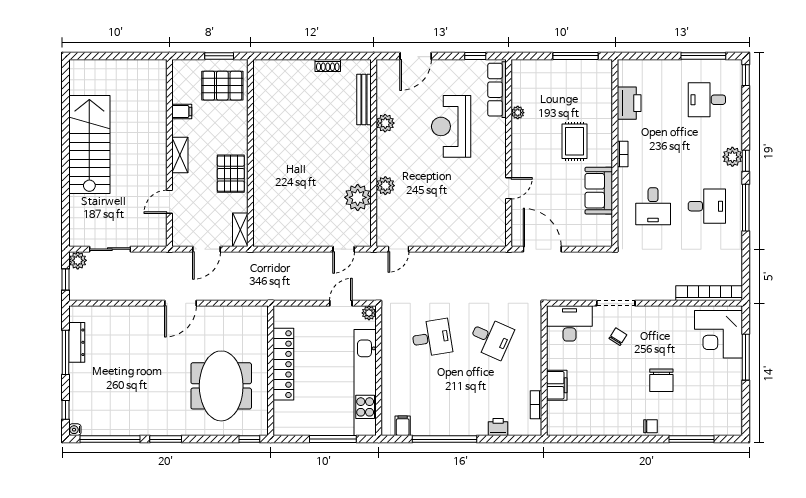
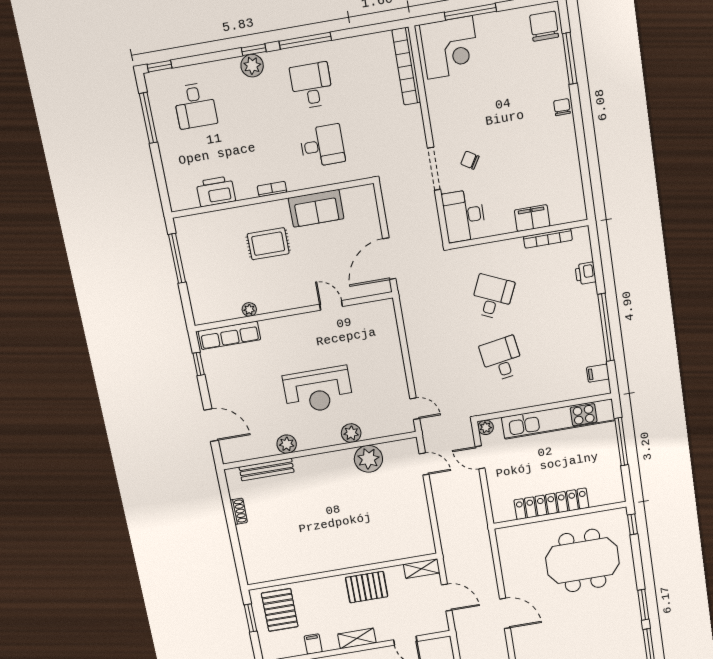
reception desk: (451, 126) -> (318, 390), moved
chair: (661, 380) -> (544, 26), moved, turned -90
bookcase: (536, 405) -> (548, 238), width x1.56

